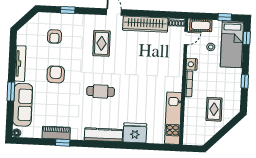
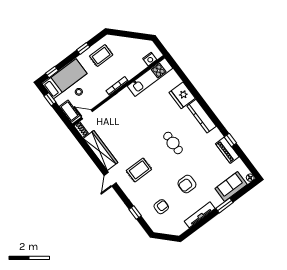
nightstand: (192, 64) -> (150, 59), moved
sofa: (23, 105) -> (231, 186), width x0.73
rug: (214, 109) -> (101, 56), moved

